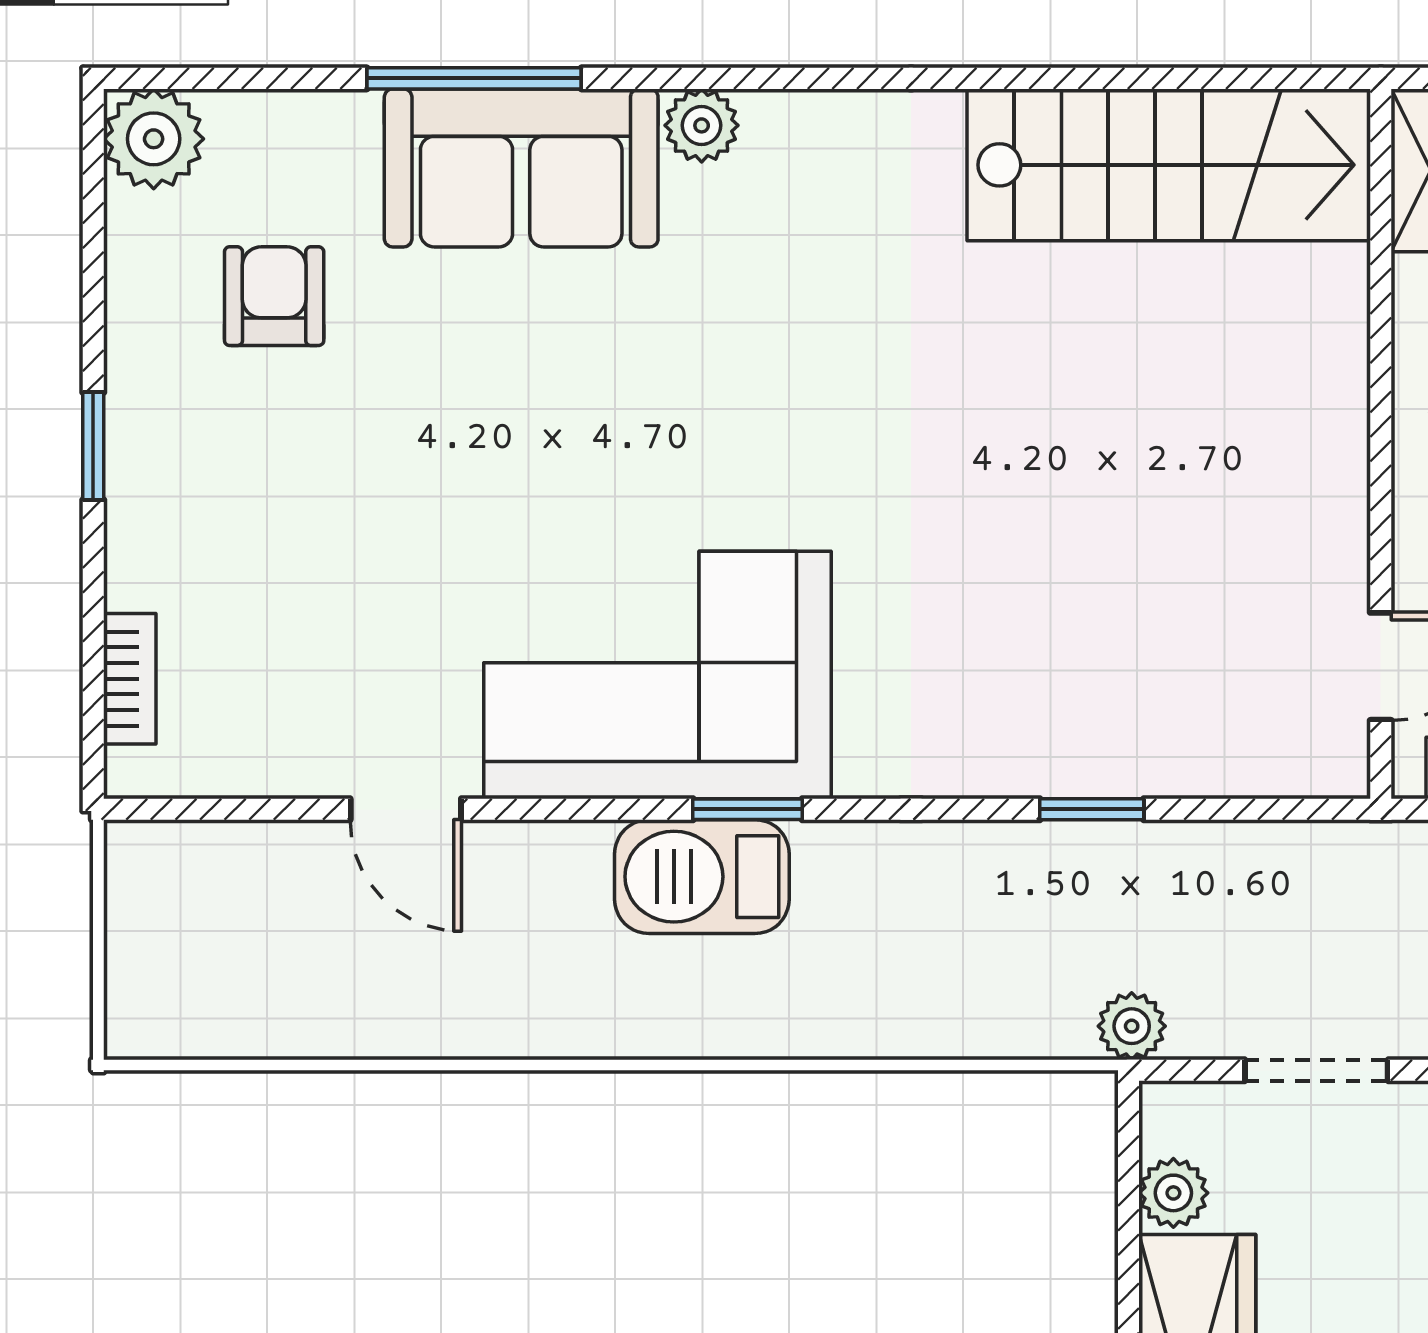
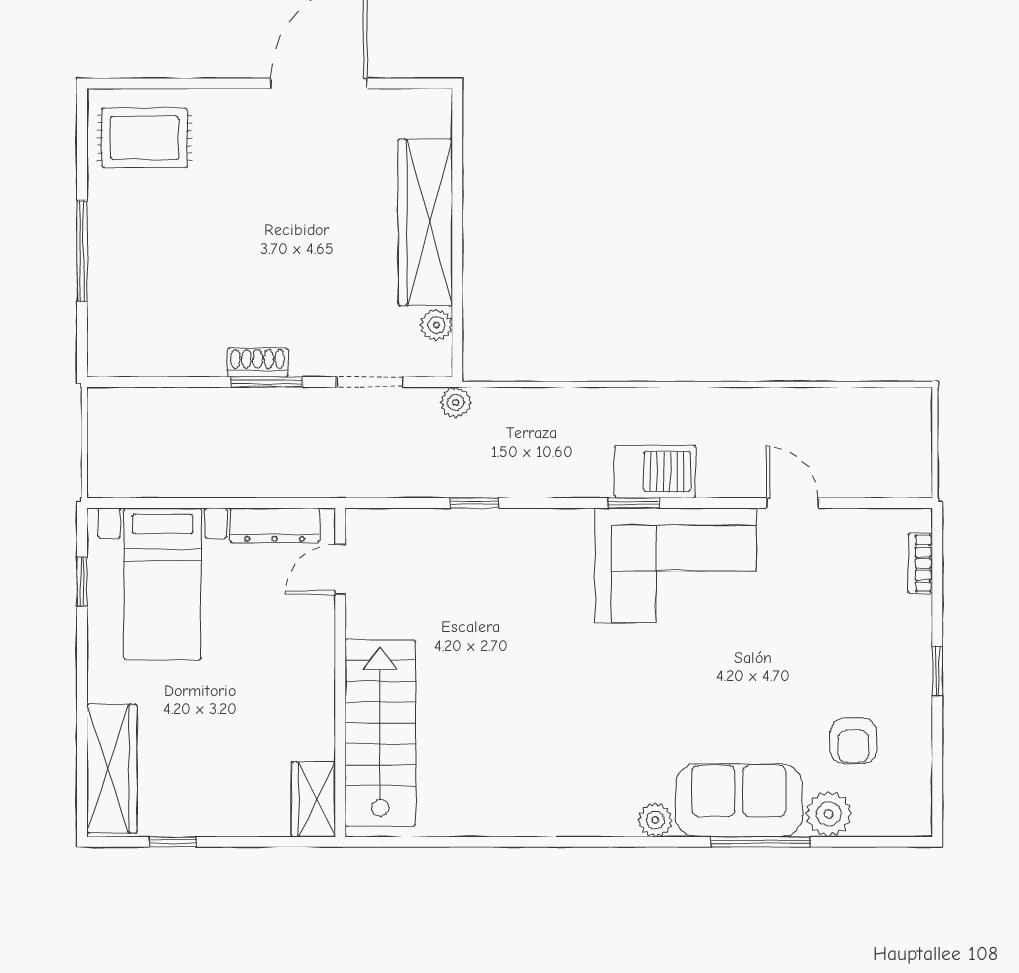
plant: (154, 139) -> (829, 814), moved
stairs: (1169, 165) -> (380, 733), moved, turned 90

